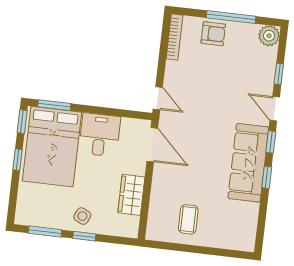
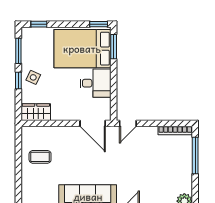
window: (231, 17) -> (195, 156), moved
armchair: (213, 34) -> (181, 159), removed
door: (152, 145) -> (93, 123), hinge flipped
window: (18, 160) -> (39, 24), moved
wardrobe: (131, 195) -> (36, 112), moved

